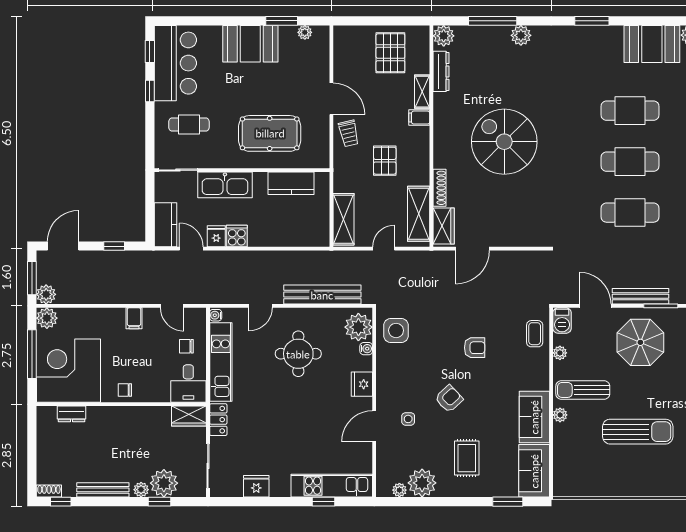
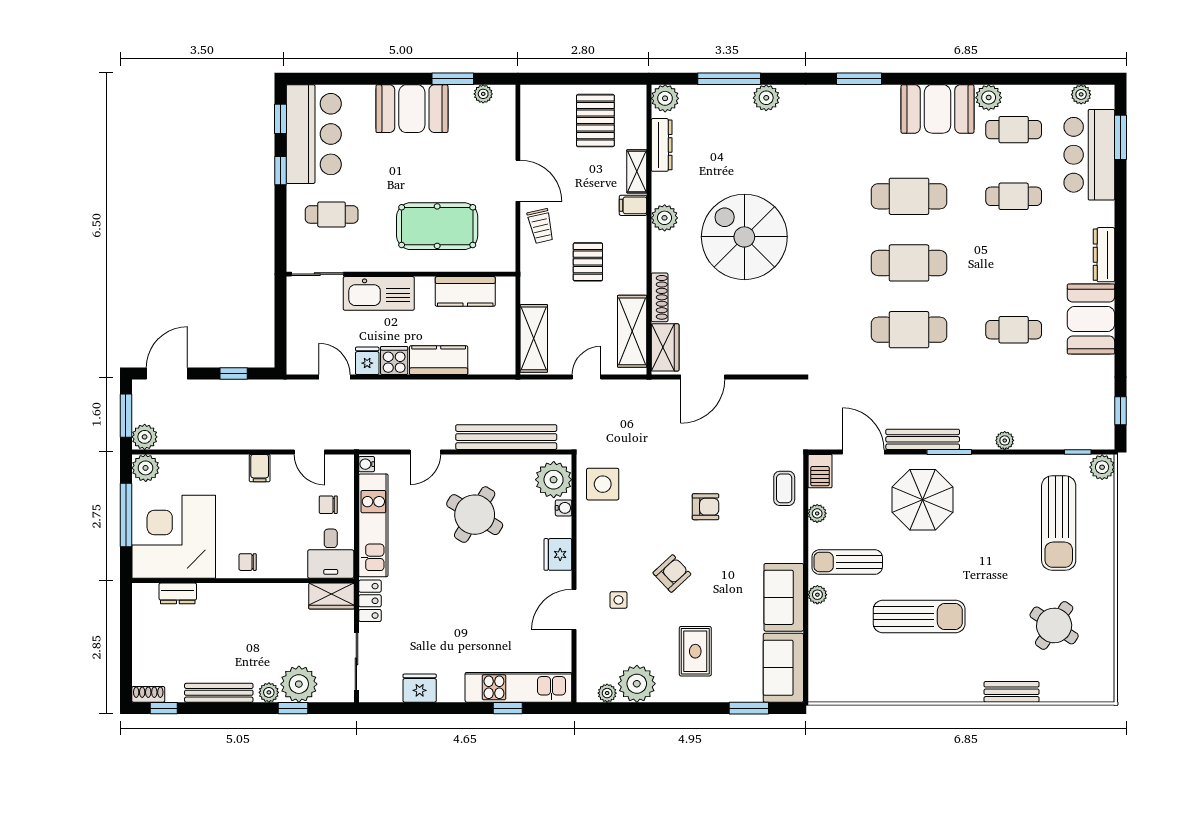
plant: (443, 127) -> (665, 218), added
kitchen counter: (165, 225) -> (439, 360), moved, turned -90
round table: (298, 354) -> (475, 515), turned 31

